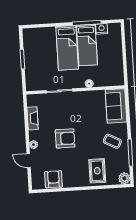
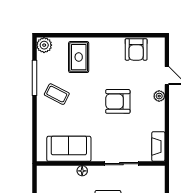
sofa: (116, 106) -> (69, 149), moved, turned -90
fireplace: (33, 118) -> (158, 146), moved

